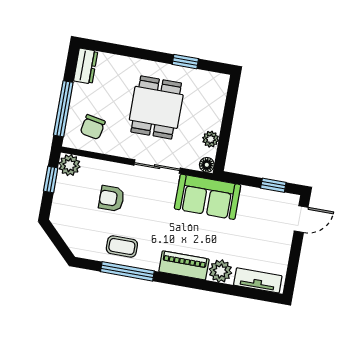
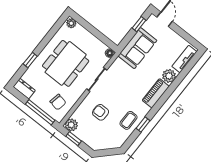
window: (185, 62) -> (30, 60), moved
dining table: (156, 107) -> (66, 63), width x1.38
plant: (211, 139) -> (71, 23), moved
sofa: (208, 197) -> (137, 48), moved
armchair: (111, 199) -> (101, 112), turned 90
window: (127, 271) -> (143, 124), width x0.46

